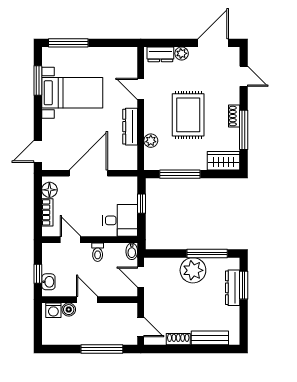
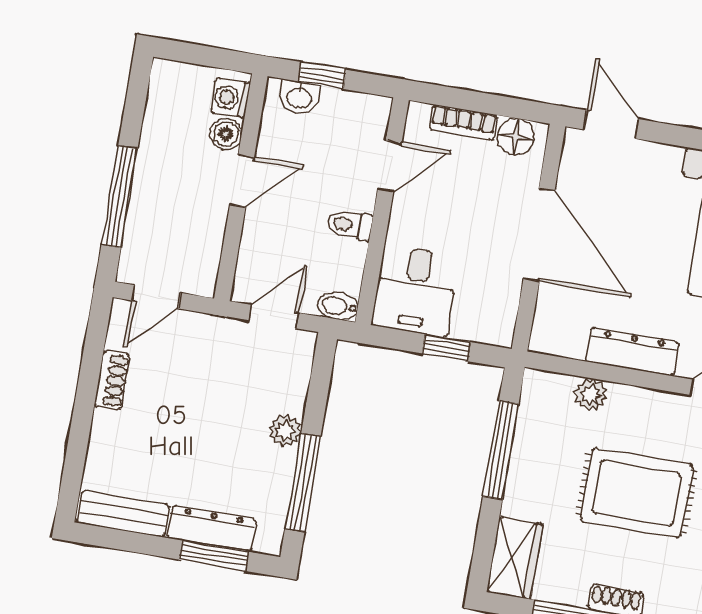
plant: (193, 270) -> (285, 431), width x0.53, depth x0.53
bench: (210, 338) -> (123, 513), moved, turned 90

